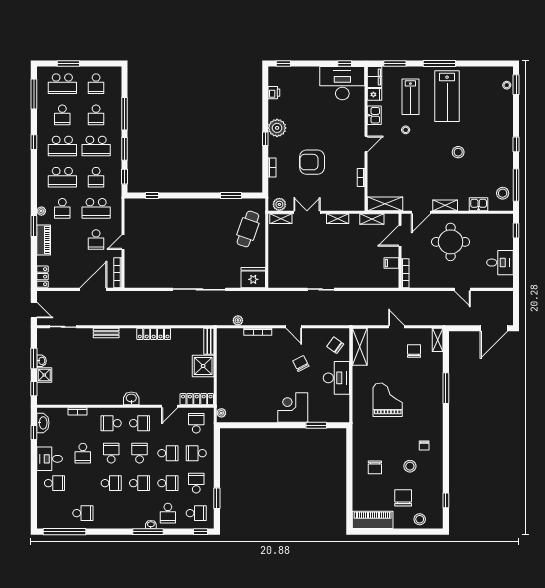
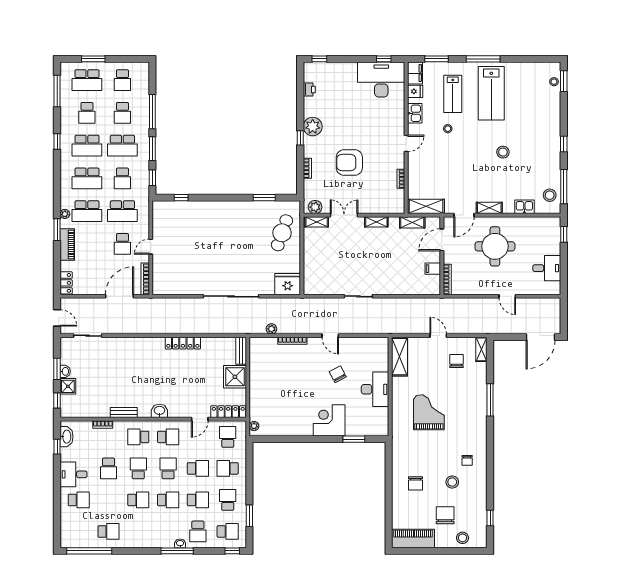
school desk: (62, 208) -> (87, 211), width x1.85
bench: (106, 333) -> (124, 413), moved
chair: (335, 345) -> (374, 355), removed

